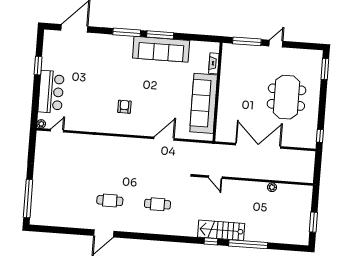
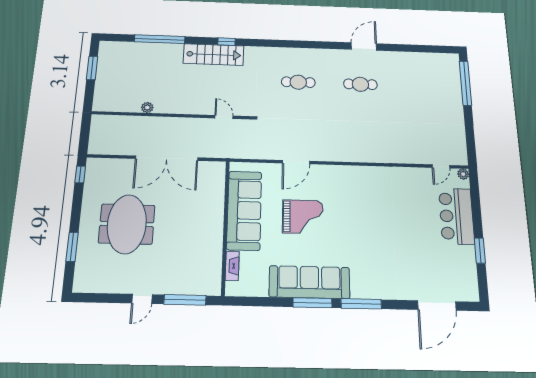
window: (325, 69) -> (72, 247), moved
grand piano: (162, 97) -> (303, 217), added
armchair: (124, 107) -> (354, 201), removed
window: (248, 244) -> (160, 39), moved

